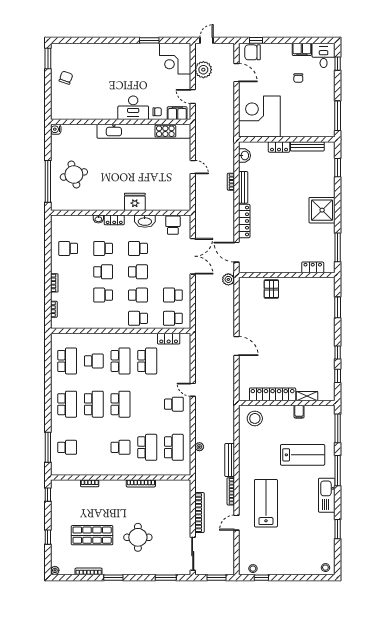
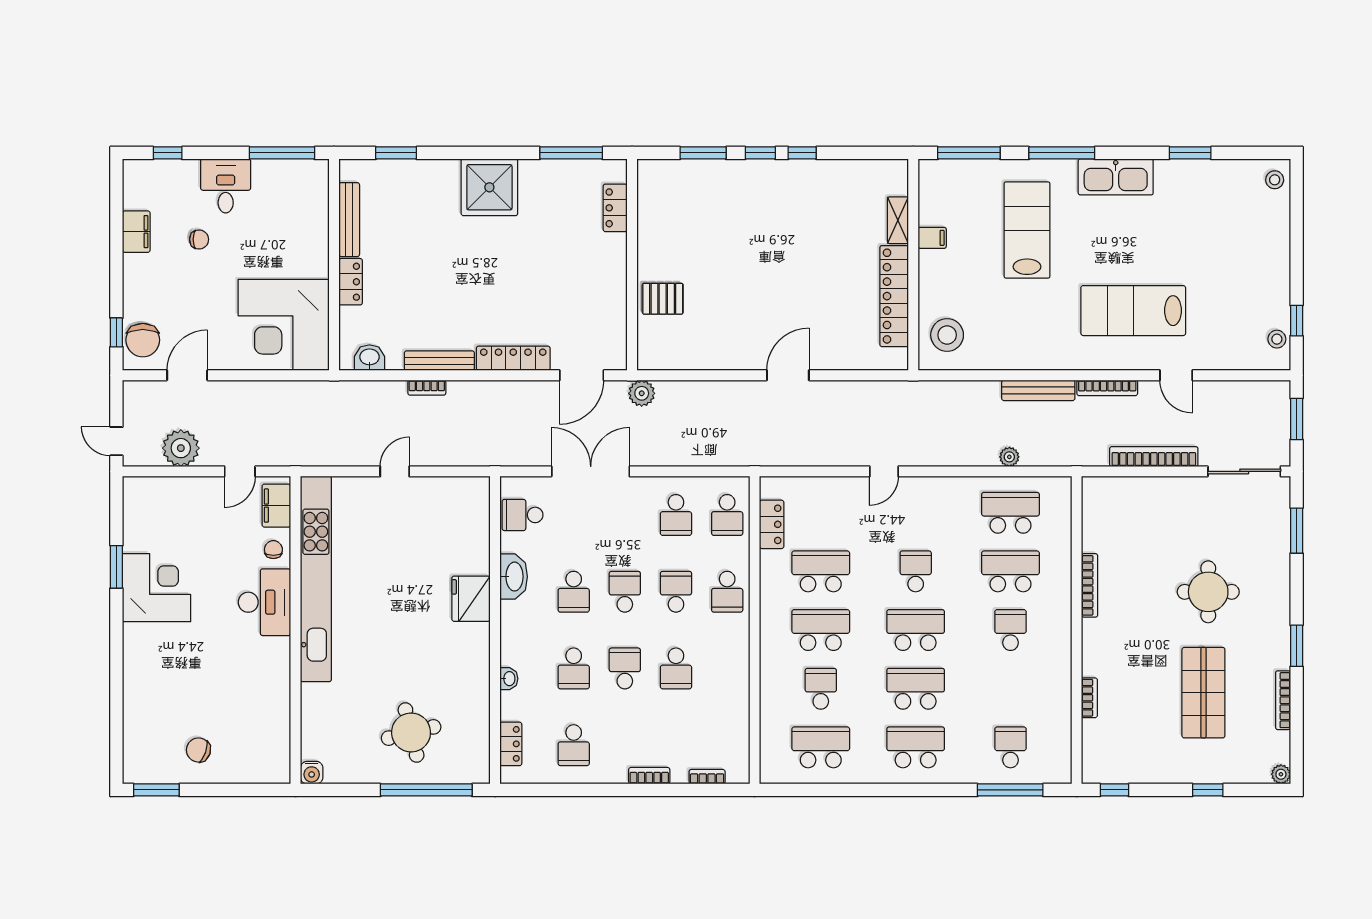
desk: (324, 55) -> (226, 186), moved, turned 90
corner desk: (175, 59) -> (157, 588), moved, turned -90
locker: (114, 220) -> (511, 744), moved
window: (338, 376) -> (760, 153), moved
school desk: (174, 404) -> (916, 571), moved

